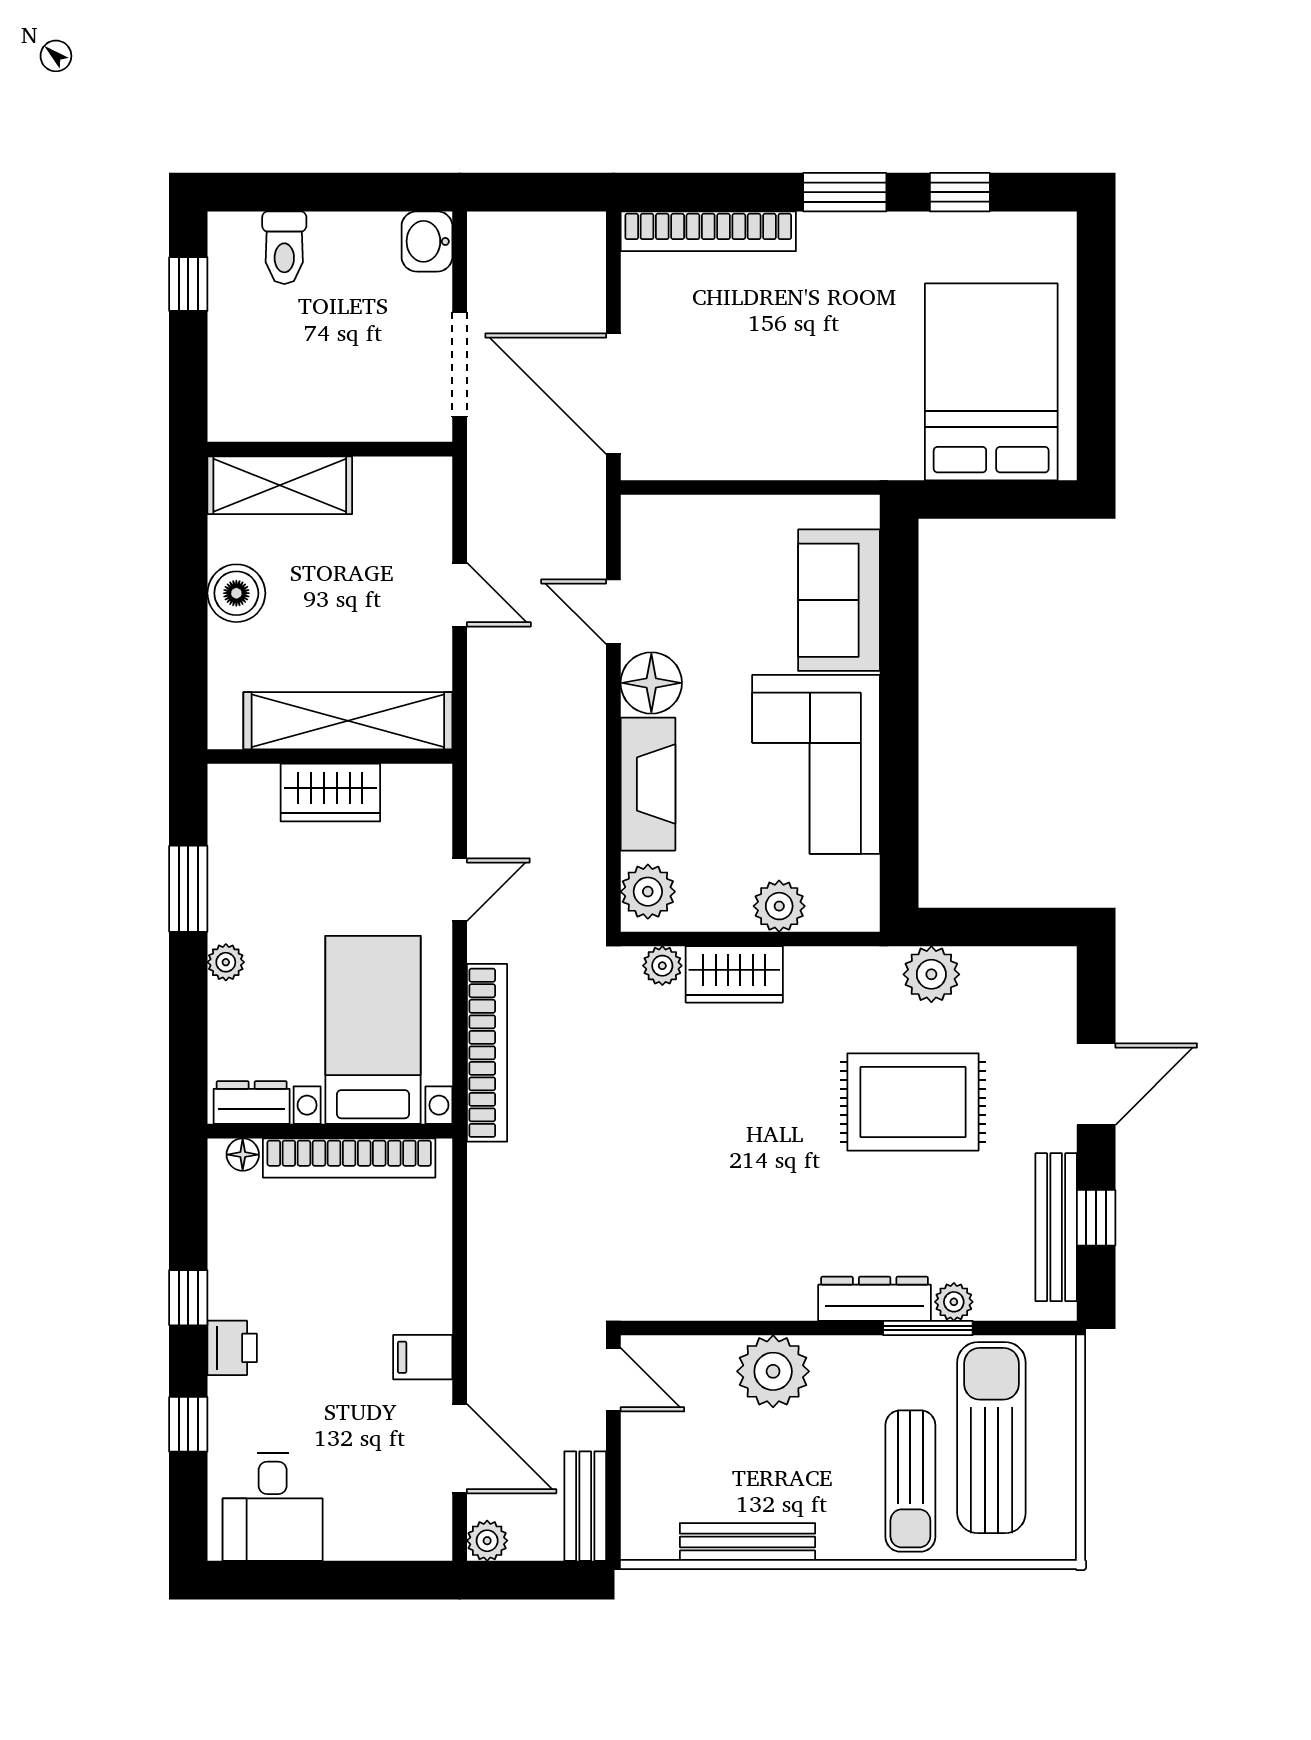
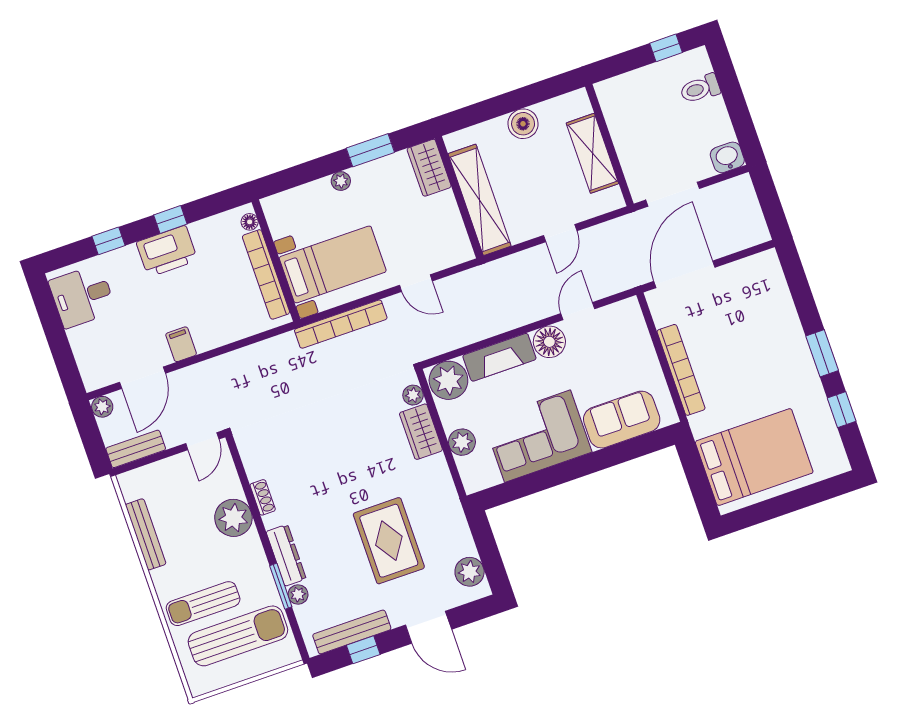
bookcase: (708, 231) -> (681, 370), moved, turned 180
shelving: (280, 485) -> (592, 153), moved
wardrobe: (330, 793) -> (429, 168), moved
plant: (648, 892) -> (448, 380), width x1.36, depth x1.36
plant: (931, 974) -> (470, 572), moved
dresser: (252, 1103) -> (277, 217), removed
shoe rack: (754, 1305) -> (263, 497), added
printer: (232, 1348) -> (167, 251), width x1.87, depth x1.48

